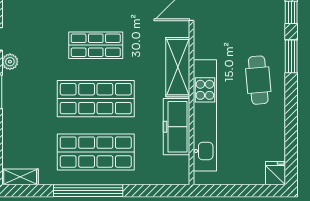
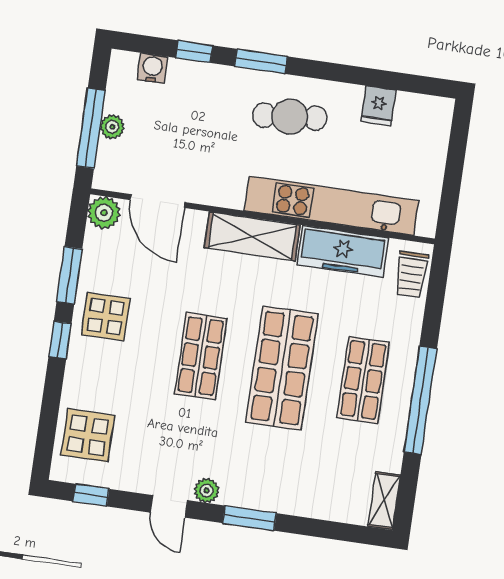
shop shelf: (96, 152) -> (363, 380), width x0.70, depth x0.74
trolley: (168, 173) -> (411, 274), added
fridge: (276, 173) -> (378, 106), moved, turned -90

